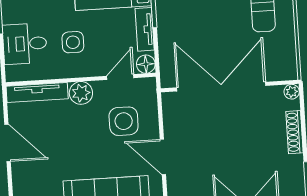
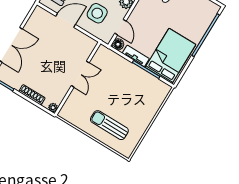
side table: (73, 42) -> (154, 16), removed
double door: (221, 87) -> (80, 74), width x0.54

